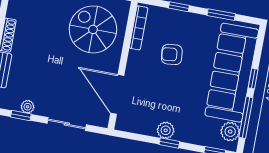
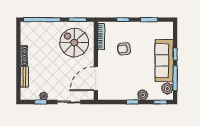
sofa: (232, 73) -> (164, 61), width x0.74, depth x0.79
door: (117, 94) -> (96, 79), hinge flipped
plant: (166, 130) -> (143, 95), moved

